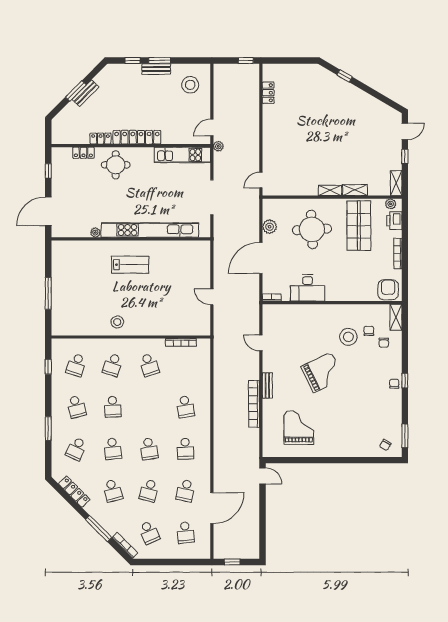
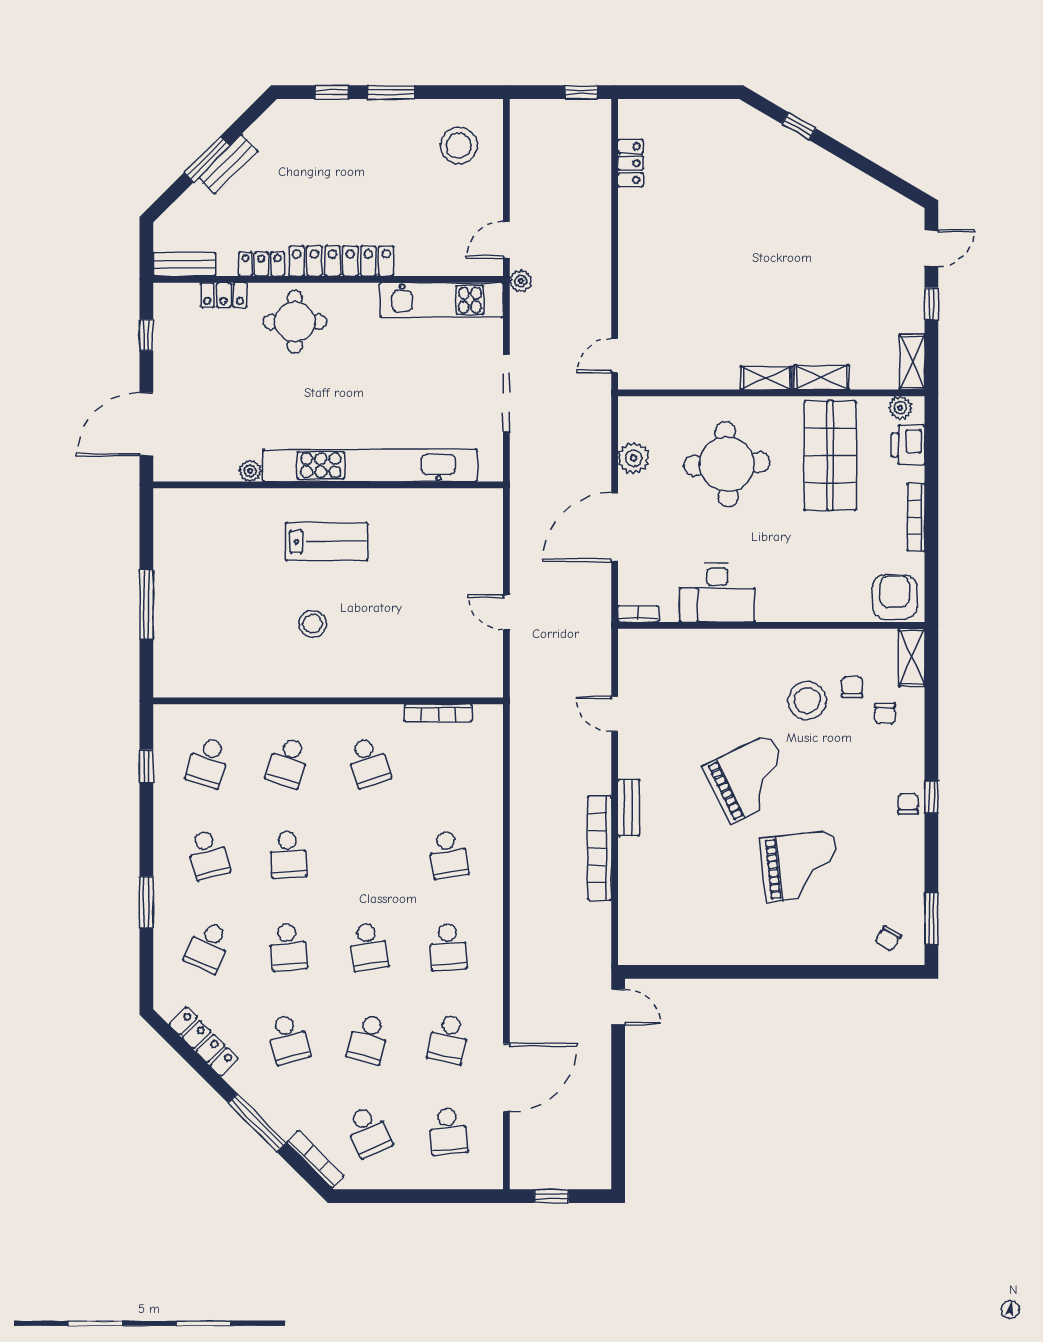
bench: (156, 69) -> (184, 264), moved
stool: (117, 322) -> (312, 624), moved
grand piano: (299, 428) -> (800, 866), moved, turned 84

